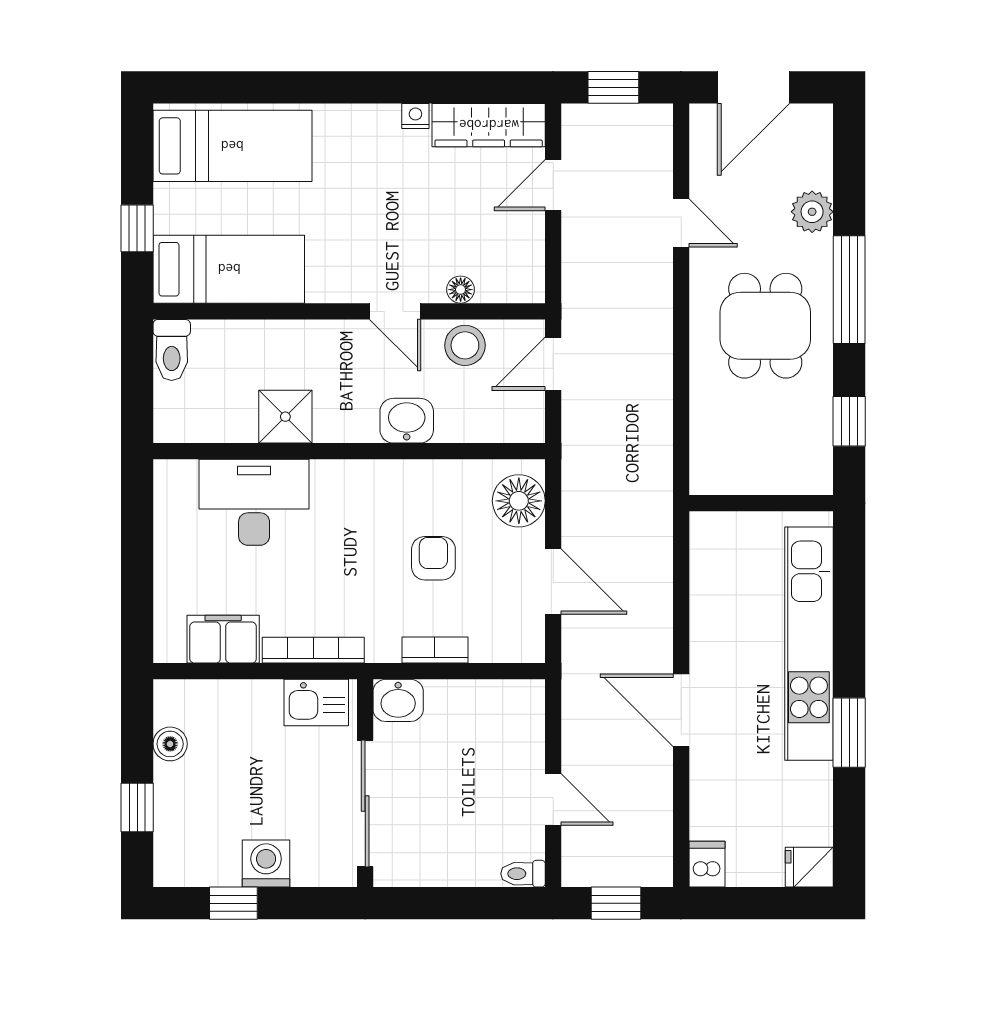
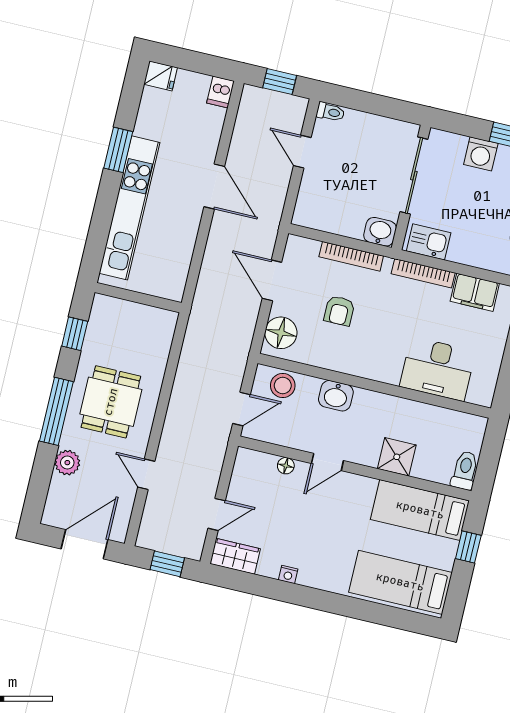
wardrobe: (489, 125) -> (235, 556), width x0.67
door: (395, 311) -> (327, 462), swing flipped
stool: (465, 345) -> (283, 385), moved
shower: (285, 417) -> (397, 457), moved
bookcase: (435, 650) -> (351, 256), width x1.56

